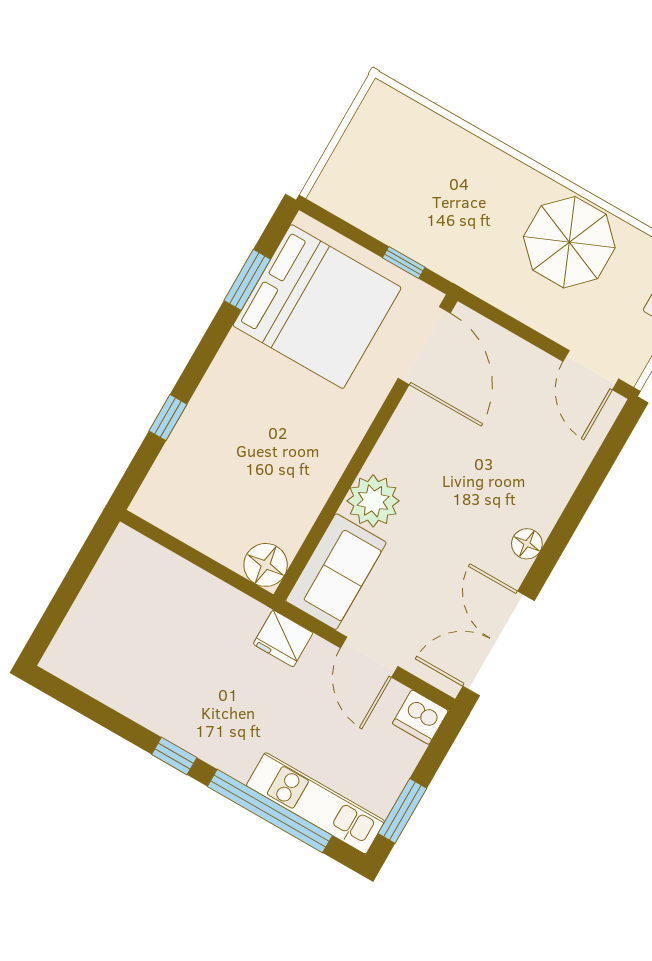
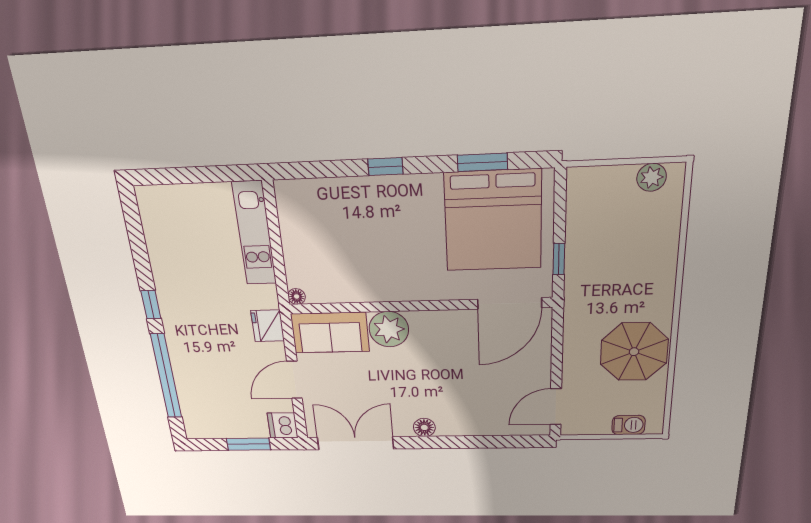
plant: (370, 120) -> (652, 177), added
window: (168, 418) -> (385, 167), moved
floor lamp: (266, 565) -> (297, 296), width x0.53, depth x0.53
kitchen unit: (315, 803) -> (254, 234), moved, turned 180
window: (402, 811) -> (248, 444), moved

